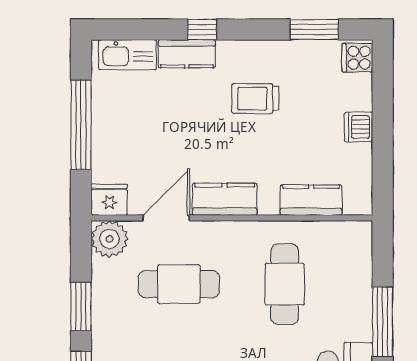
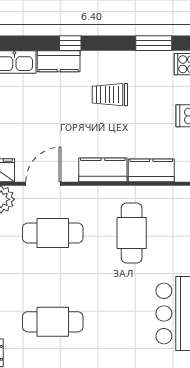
kitchen counter: (225, 199) -> (103, 170), moved

